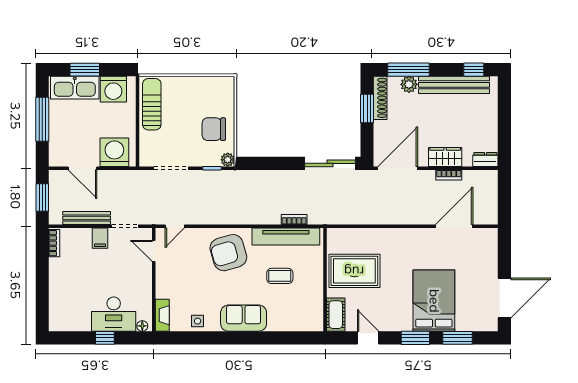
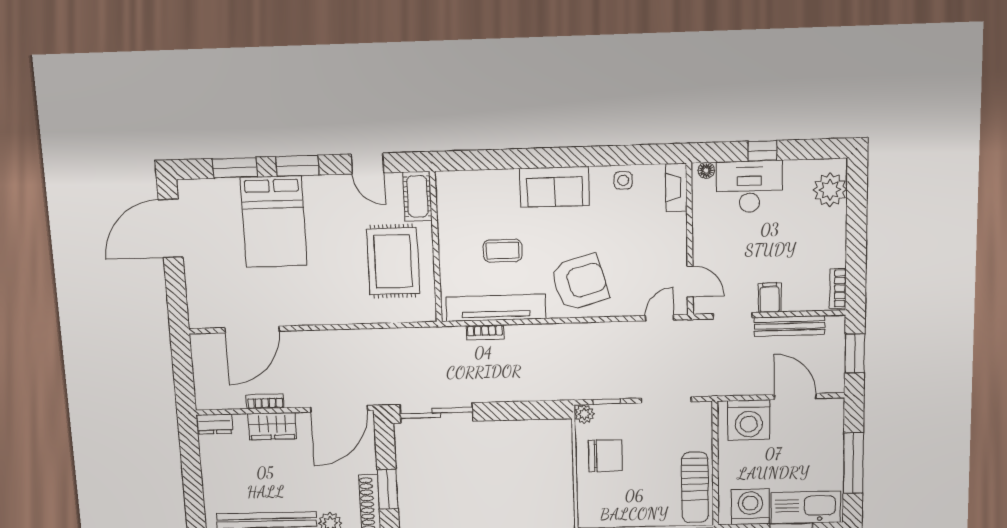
rug: (354, 271) -> (393, 261), turned 90
plant: (60, 310) -> (830, 190), added

